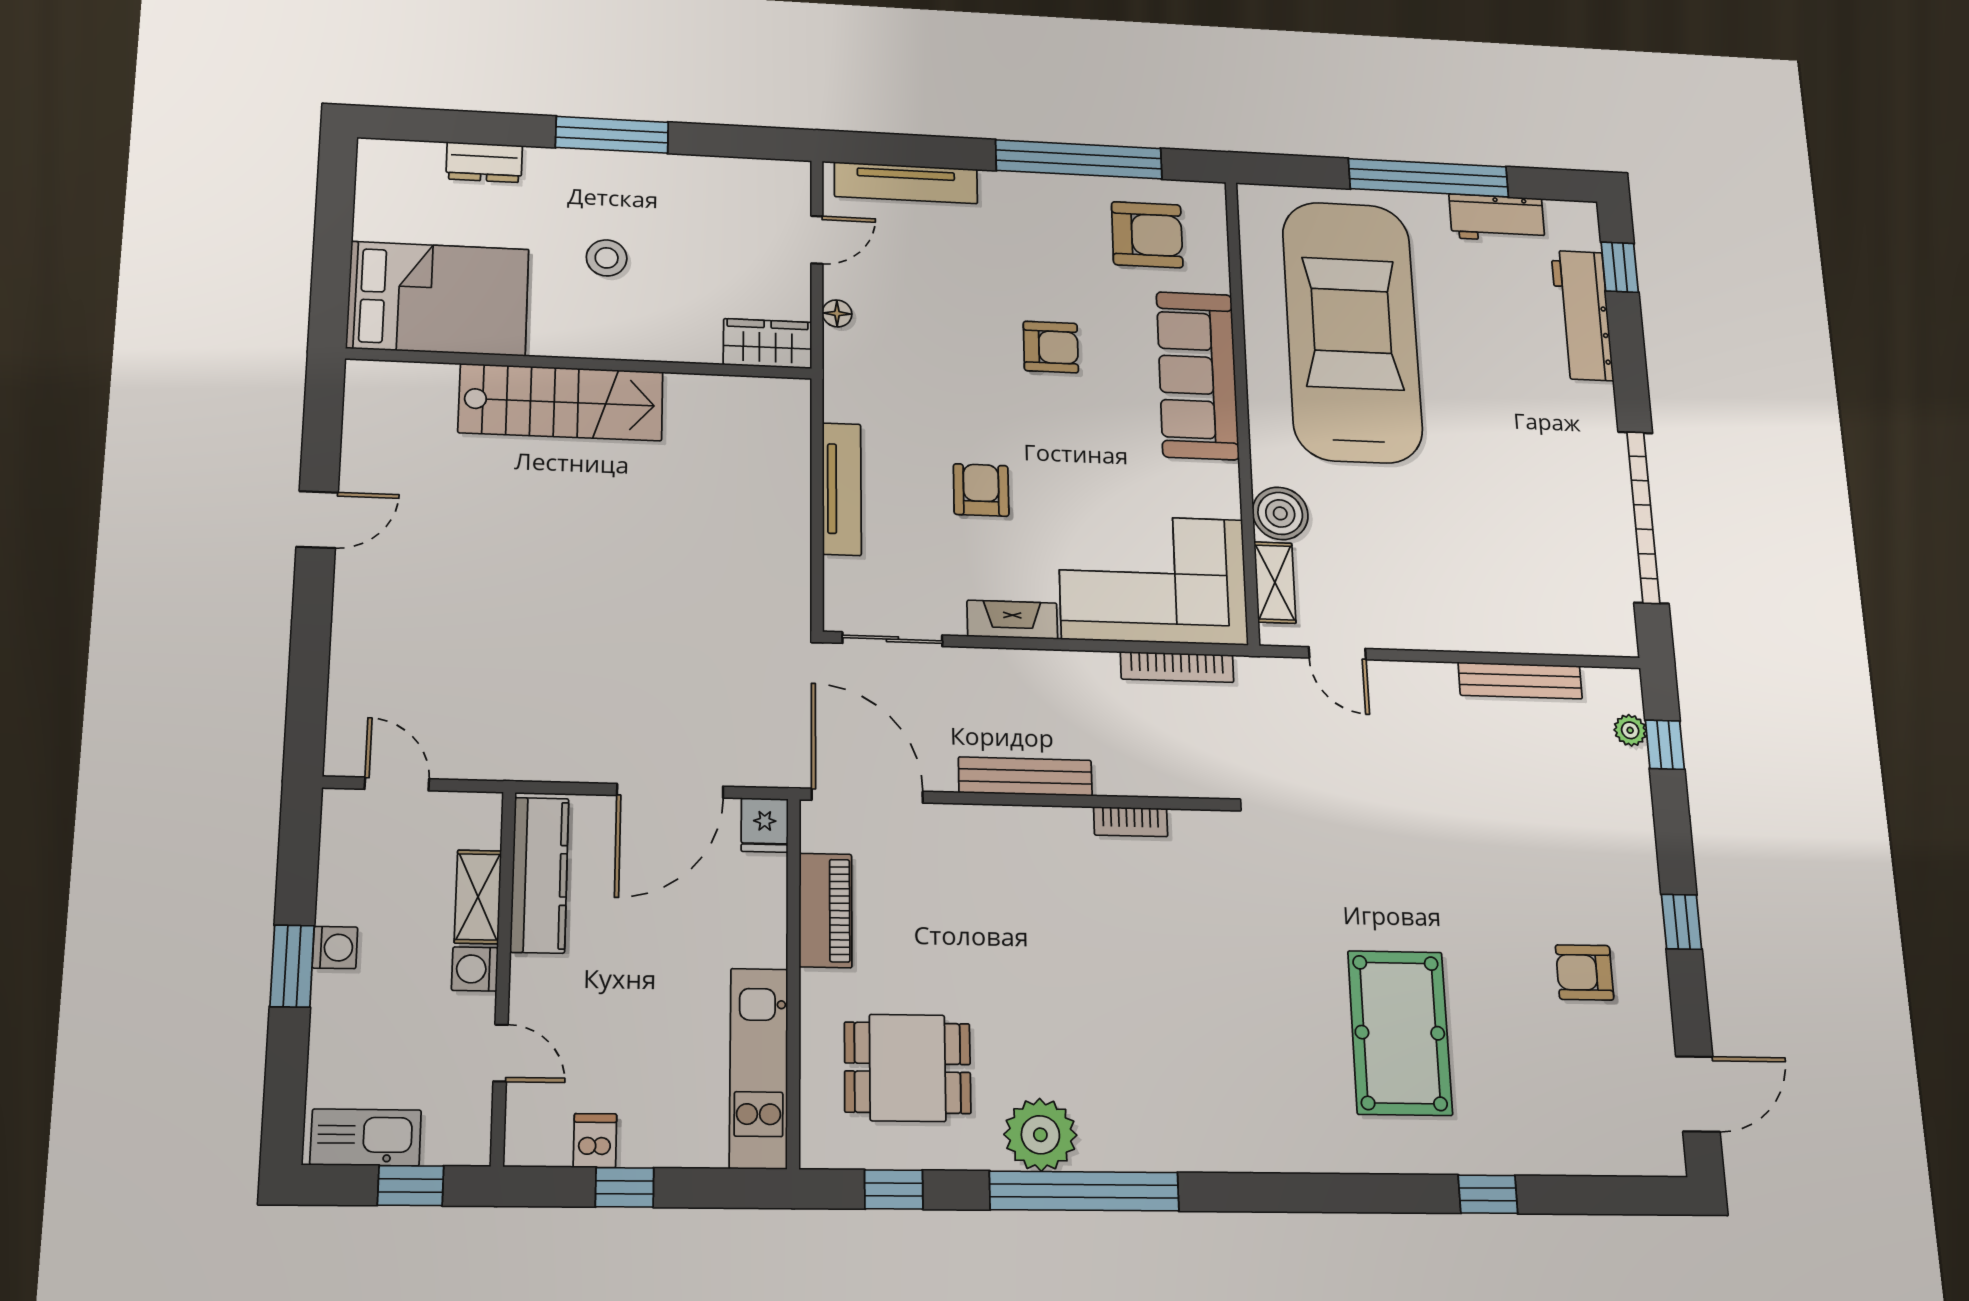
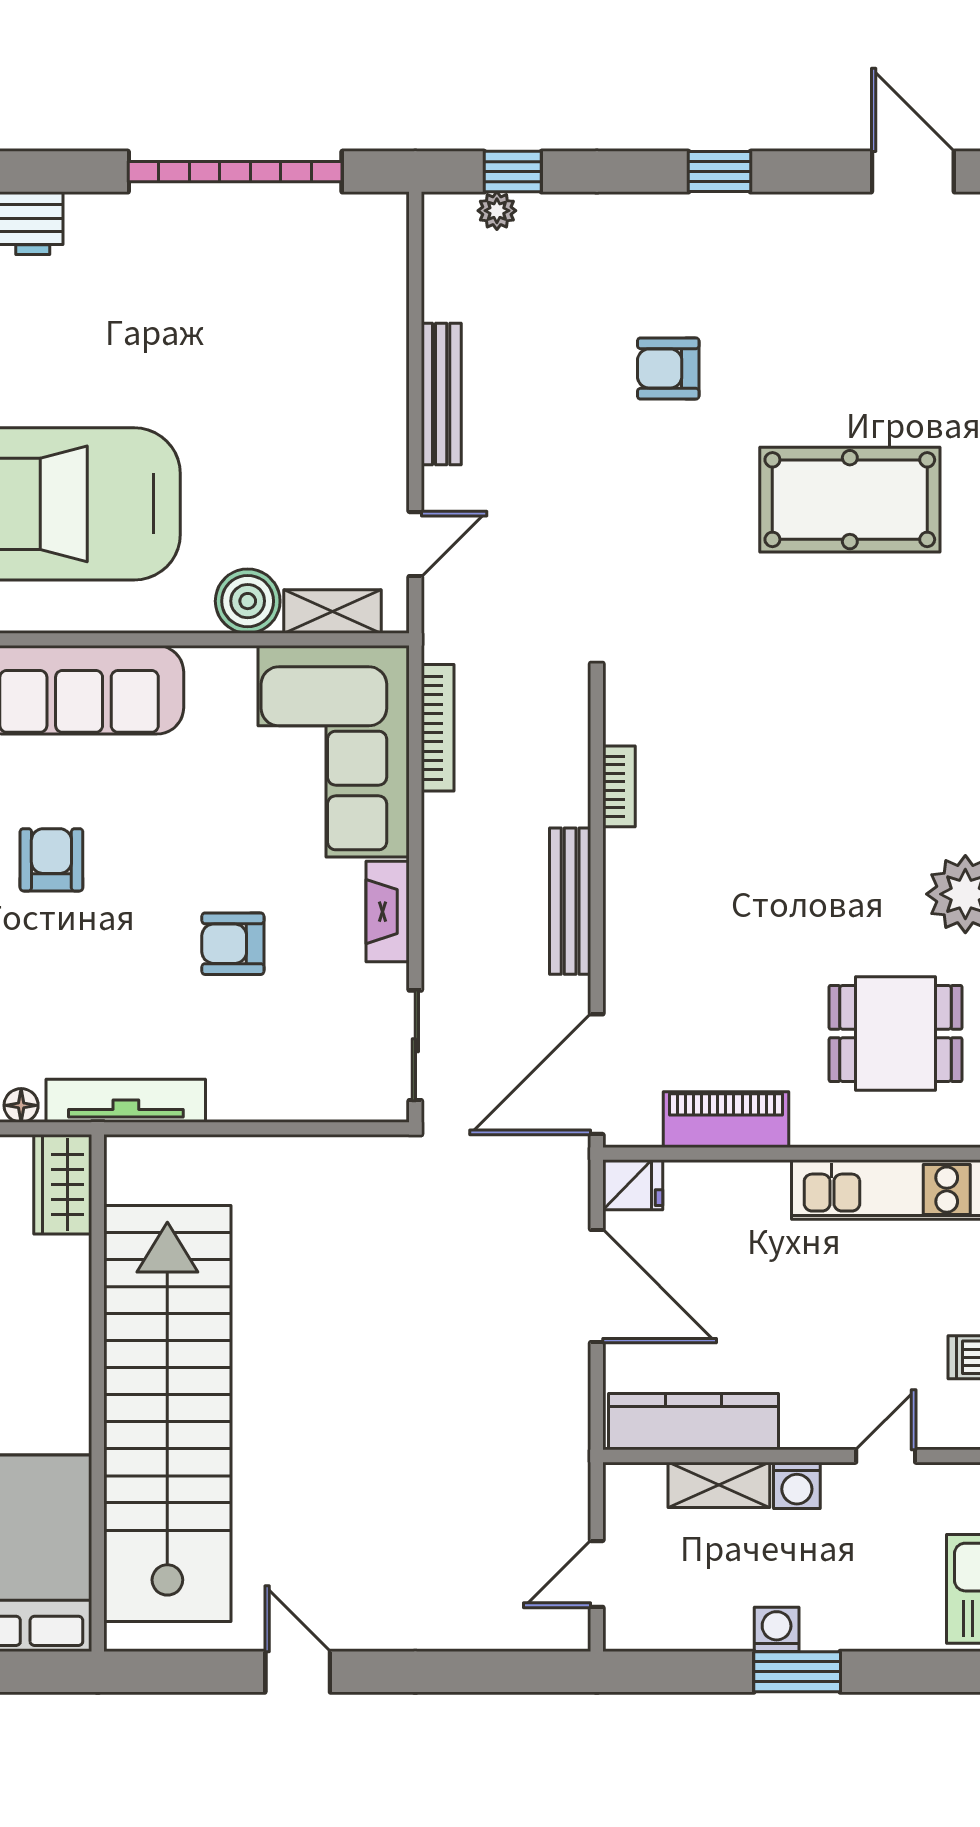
stairs: (561, 402) -> (167, 1414), width x1.86, depth x1.51
tv unit: (842, 489) -> (126, 1101), moved
bench: (1520, 681) -> (441, 394), moved
armchair: (1585, 972) -> (668, 368), moved, turned 90
dining table: (908, 1068) -> (896, 1033), turned 90

